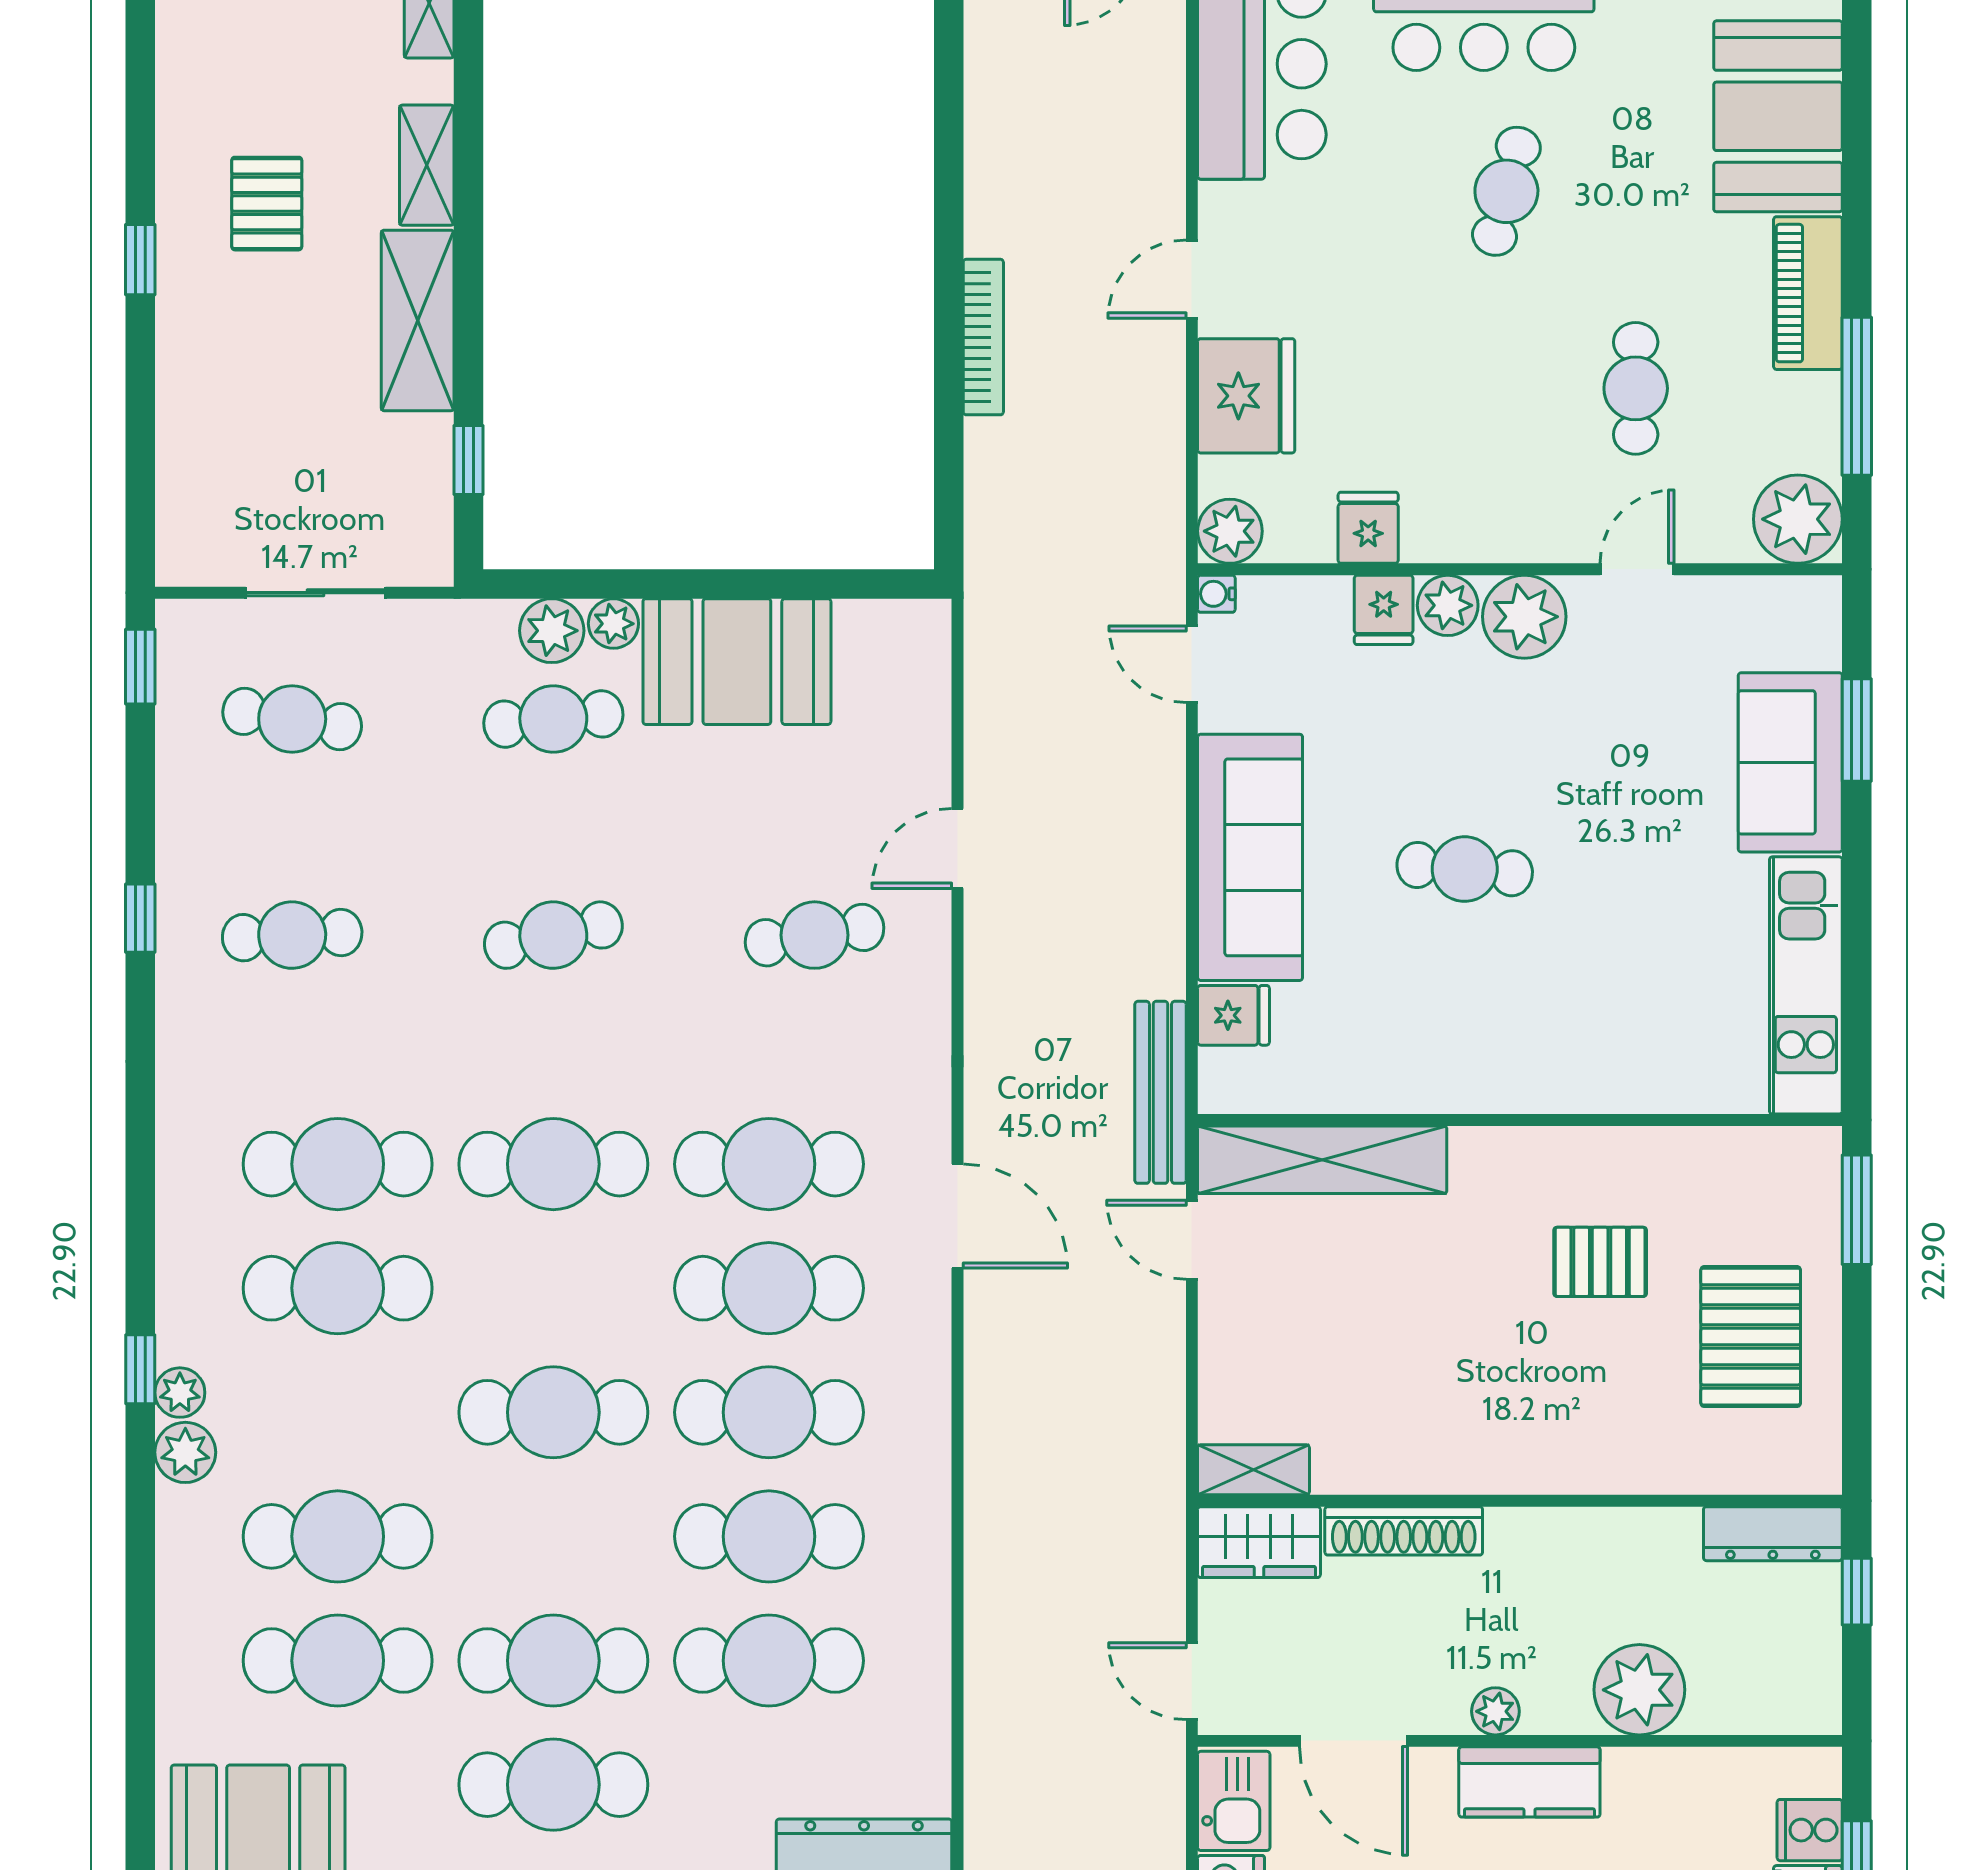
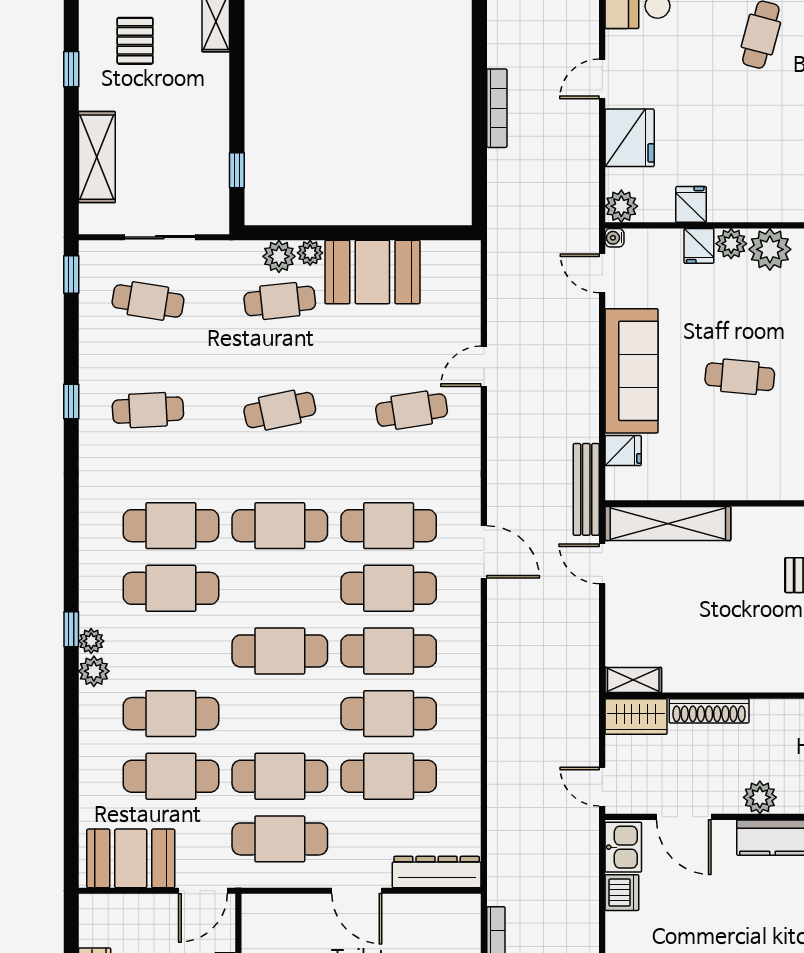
shelving: (418, 320) -> (97, 157), moved
plant: (1495, 1711) -> (760, 797), width x1.38, depth x1.38

